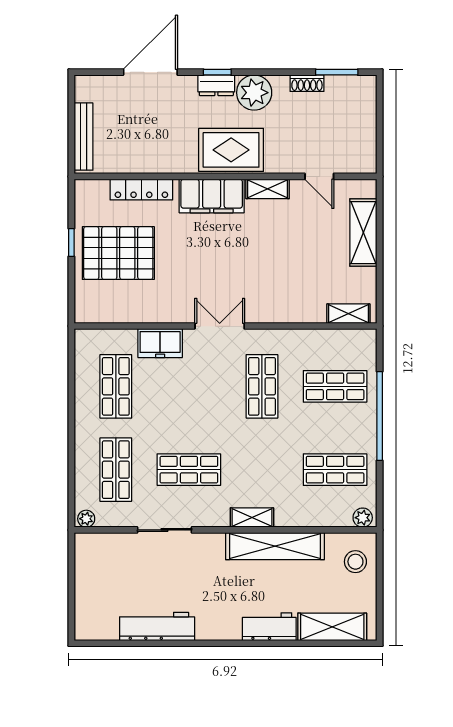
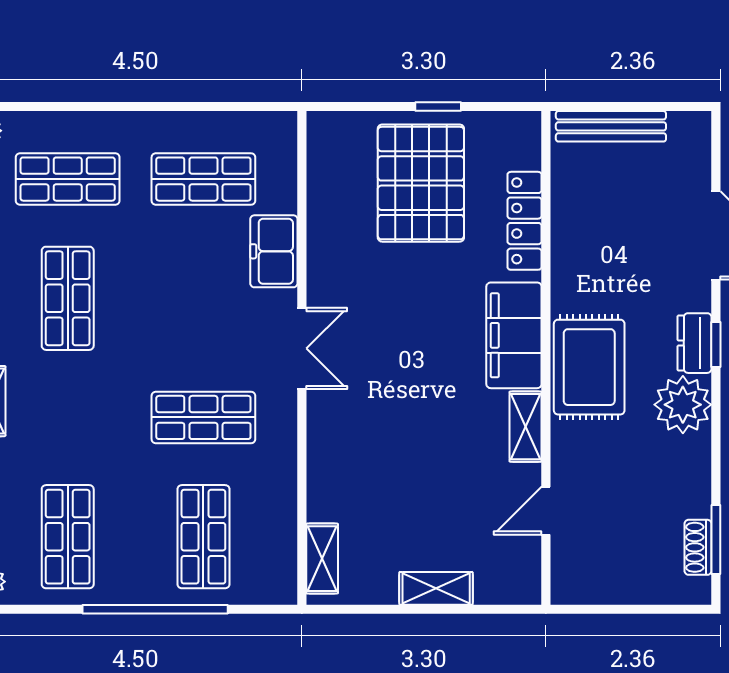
shoe rack: (307, 83) -> (698, 547), moved
shelving: (363, 233) -> (436, 588), width x0.67, depth x0.75

